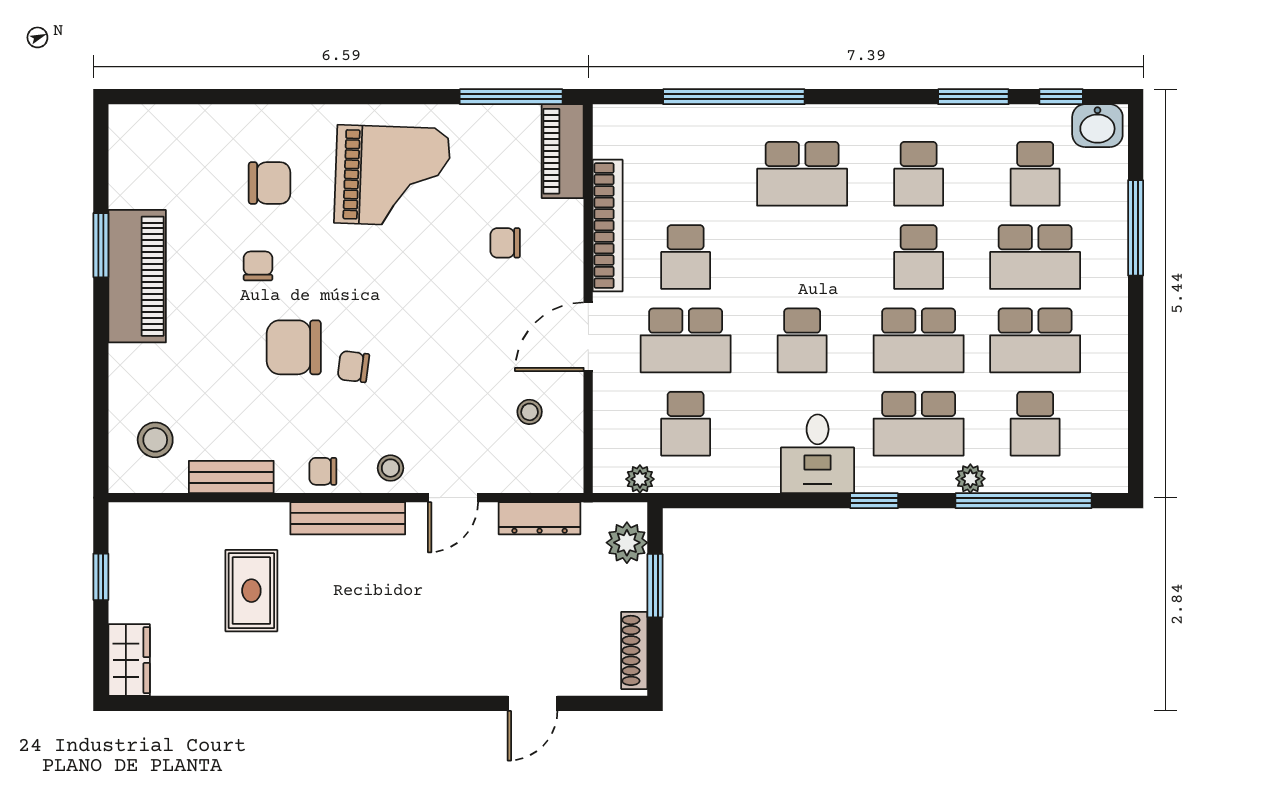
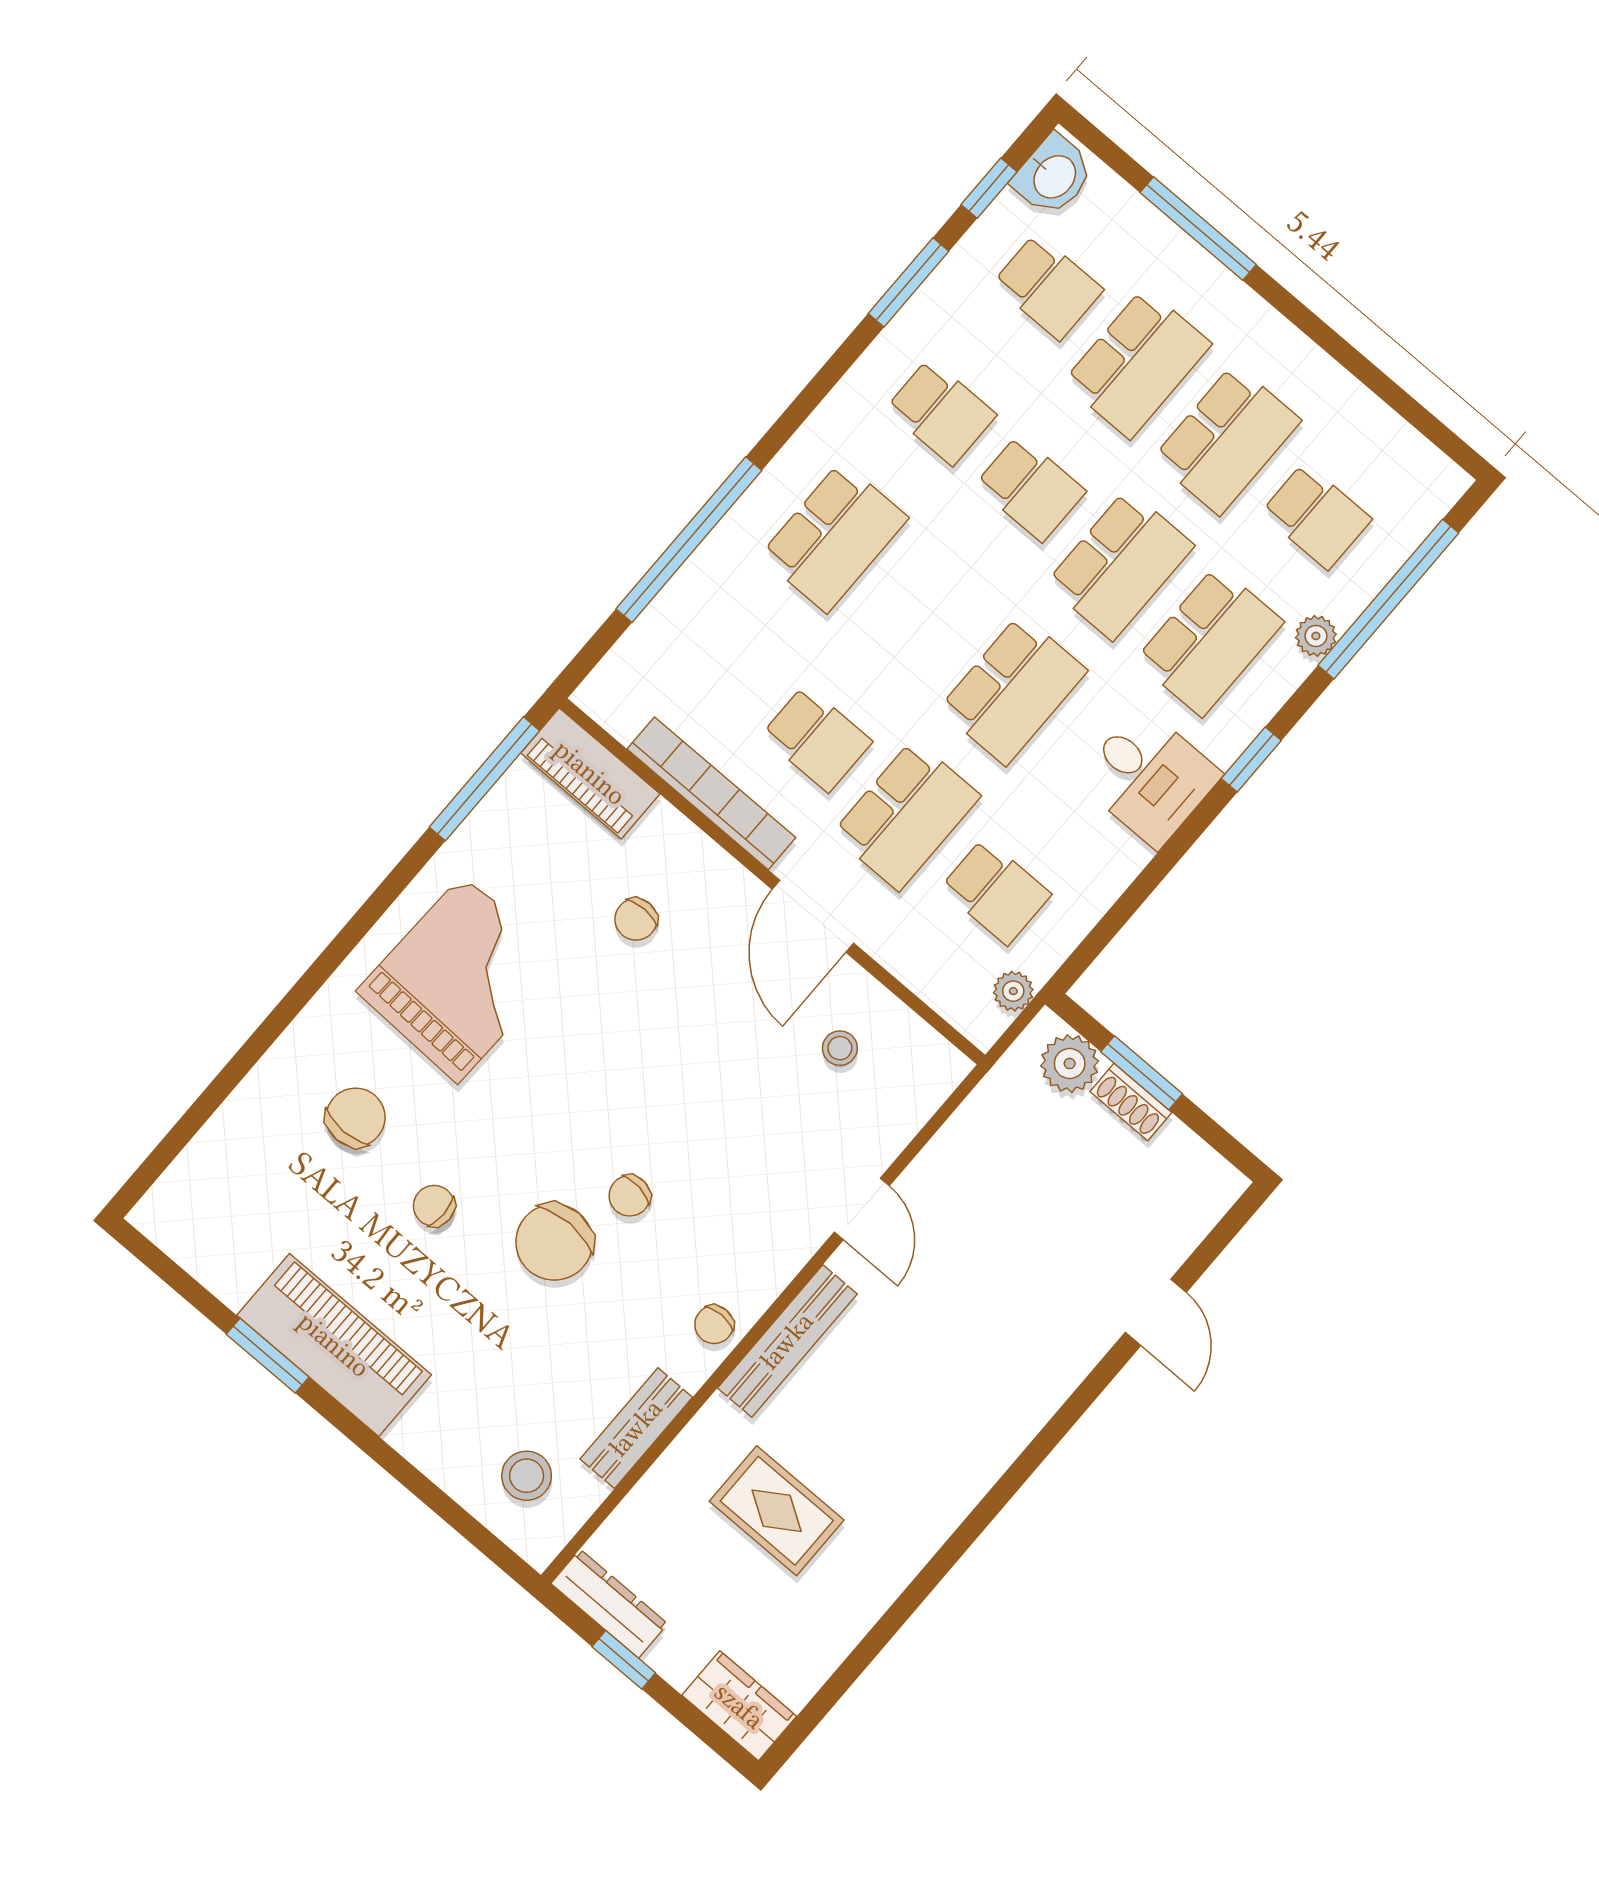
school desk: (802, 340) -> (1013, 690), width x1.85
stool: (390, 468) -> (773, 1249), removed
dresser: (540, 518) -> (609, 1604), moved, turned -90
shoe rack: (634, 650) -> (1131, 1102), moved, width x0.70

